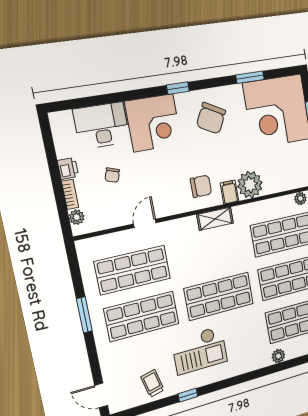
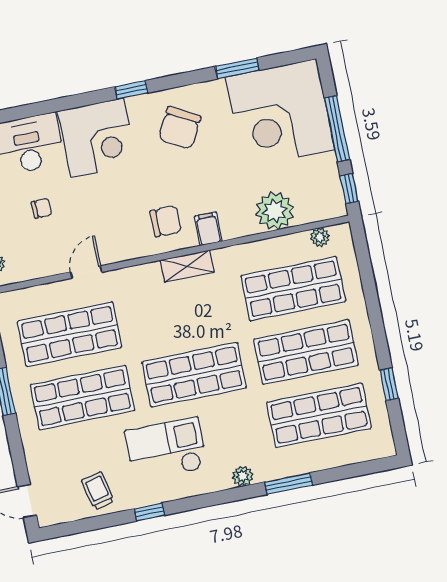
chair: (112, 175) -> (42, 208), turned -109
plant: (250, 185) -> (275, 211), moved
checkout: (200, 350) -> (166, 450), turned 180
plant: (278, 356) -> (243, 476), moved
window: (278, 367) -> (289, 484), added

